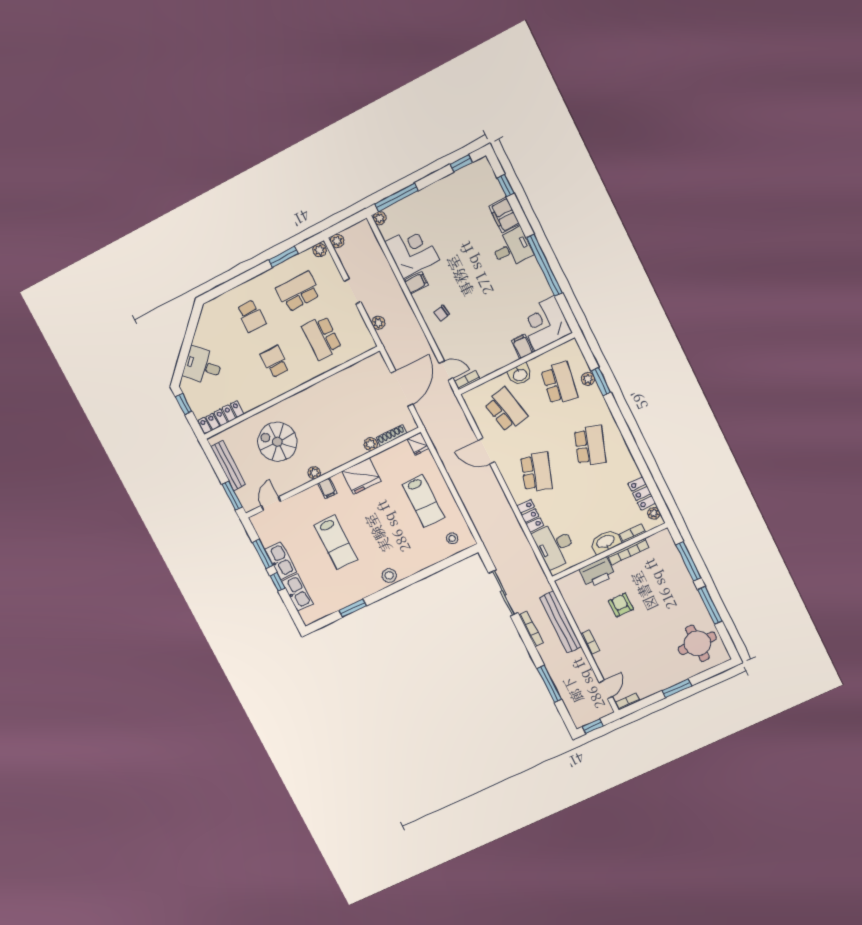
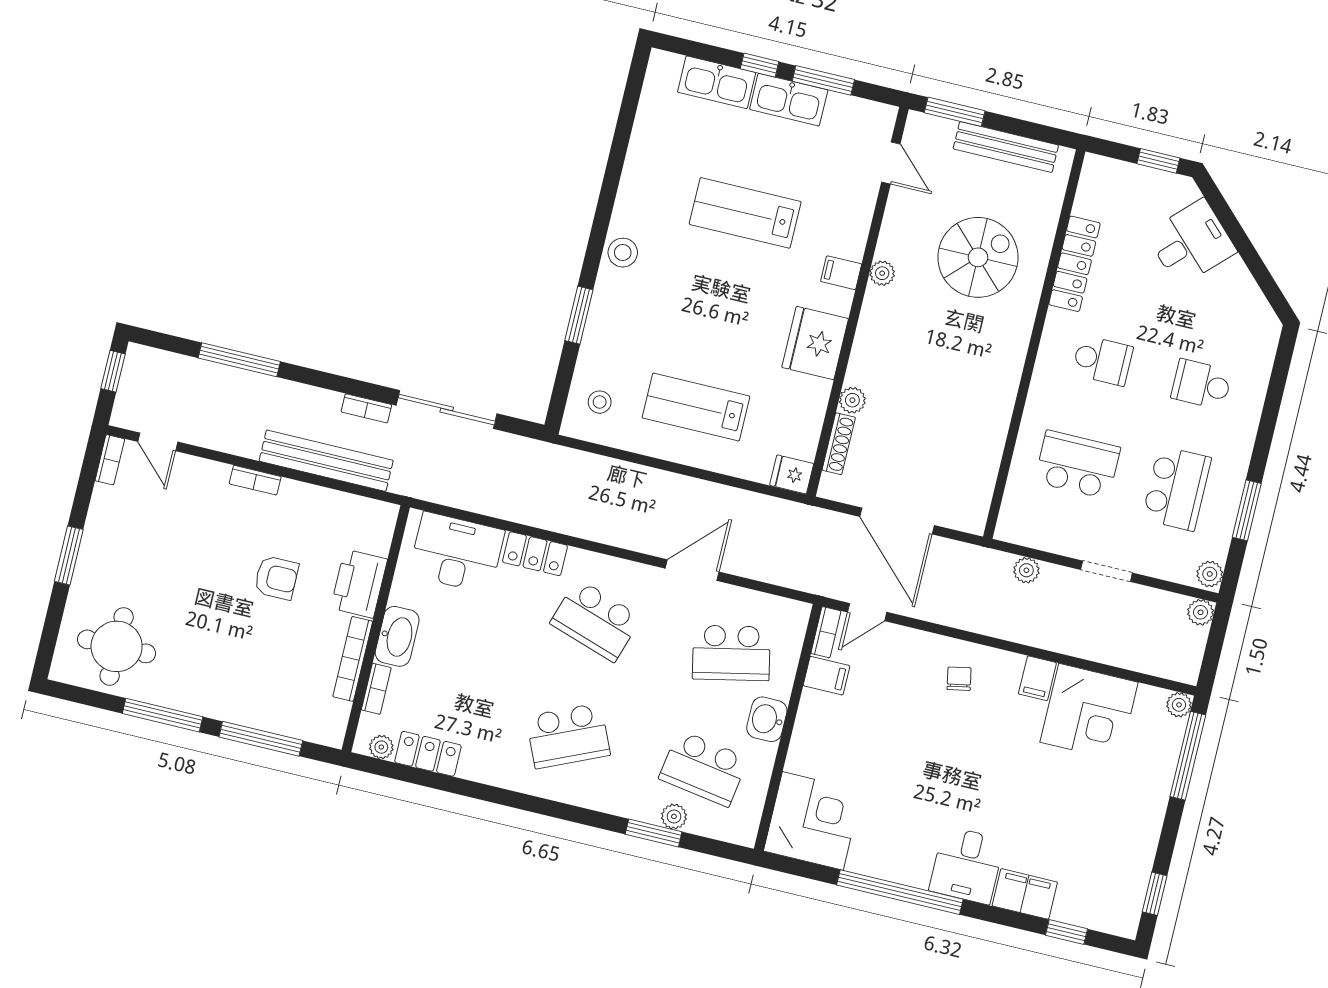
filing cabinet: (522, 346) -> (826, 676), moved
locker: (221, 417) -> (1075, 264), moved
school desk: (590, 446) -> (568, 736), turned -42
window: (353, 608) -> (579, 315), moved
bookcase: (531, 629) -> (366, 408), width x0.64

